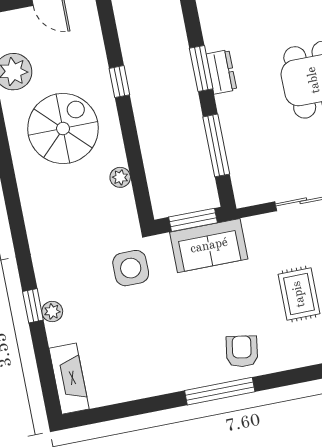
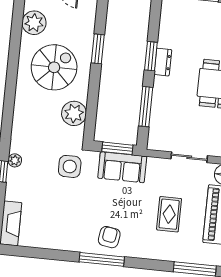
window: (119, 82) -> (98, 49), width x1.50
plant: (120, 177) -> (74, 113), width x1.87, depth x1.87
plant: (52, 312) -> (15, 160), moved
armchair: (242, 351) -> (109, 237), moved

